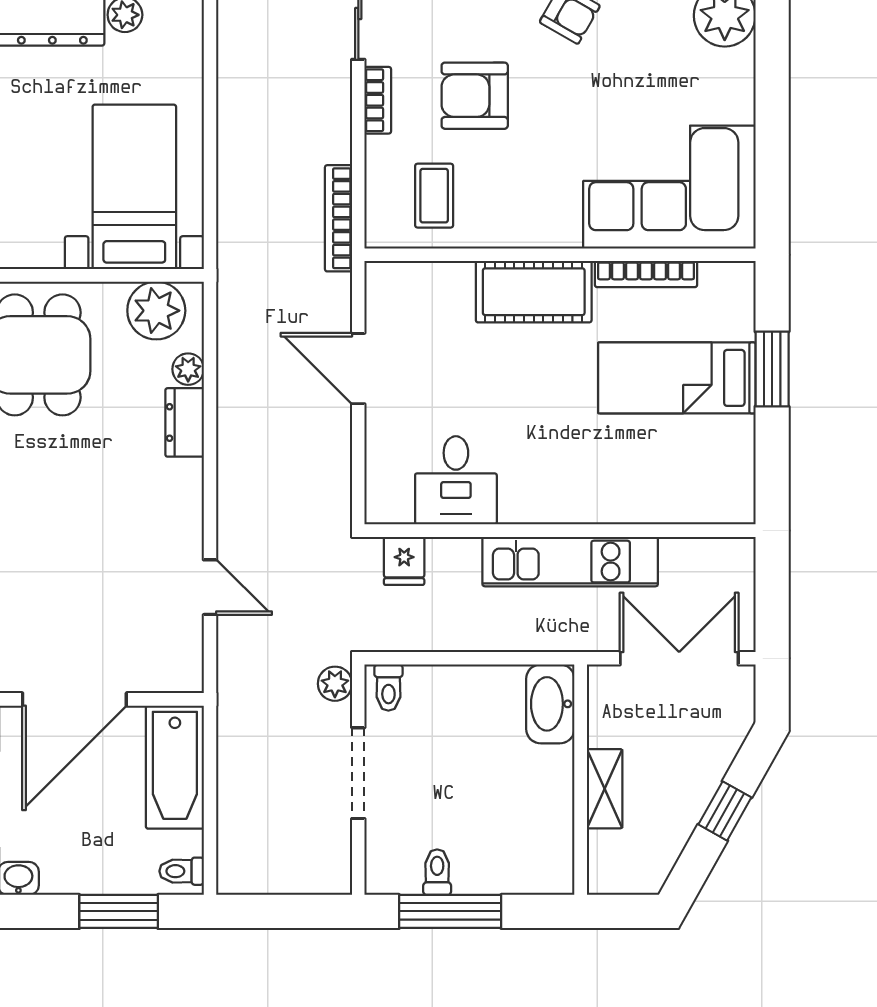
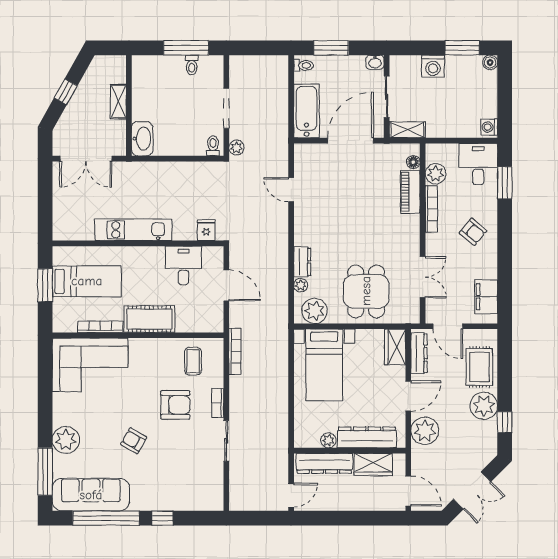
desk: (456, 480) -> (183, 265), moved
wall: (560, 531) -> (138, 243), moved
fridge: (404, 561) -> (206, 230), moved
kitchen unit: (570, 562) -> (133, 230), moved

